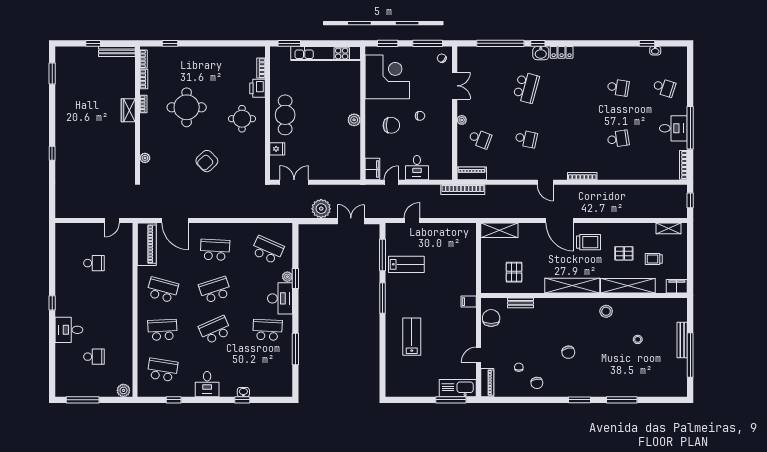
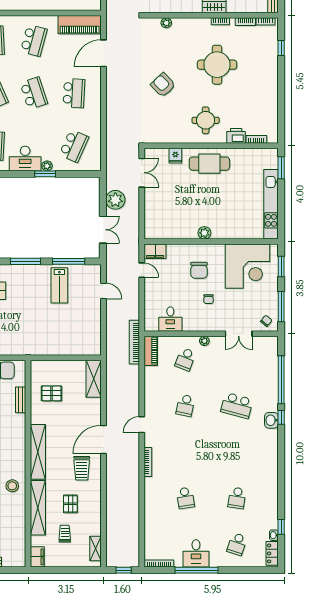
locker: (562, 52) -> (272, 553), moved
desk: (417, 168) -> (170, 319), moved, turned -90
filing cabinet: (469, 302) -> (22, 348), removed

